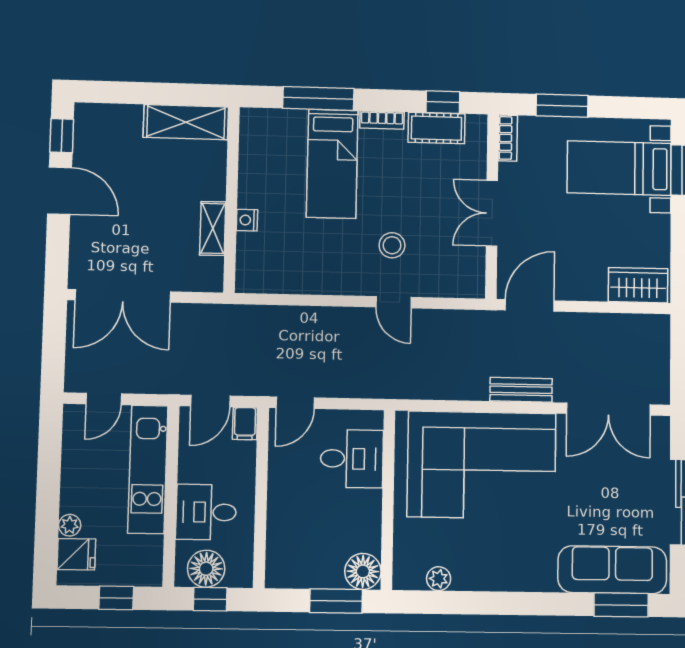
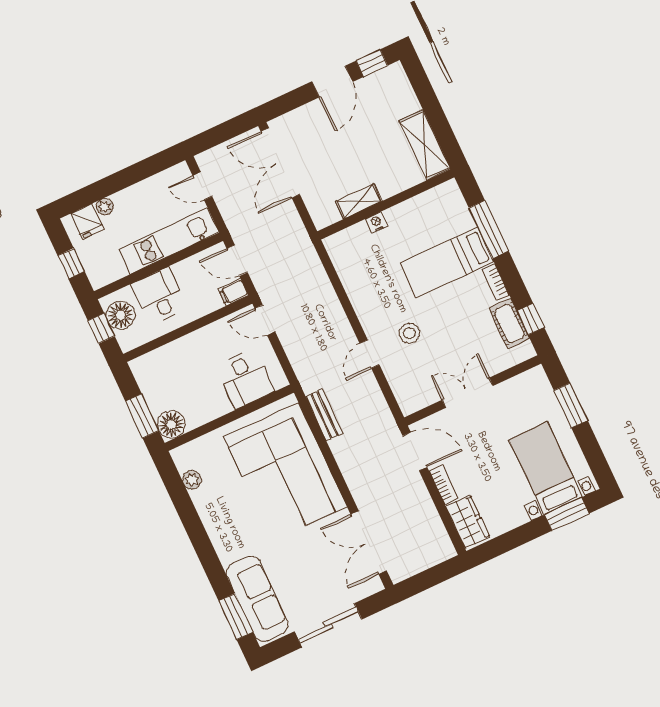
bookcase: (508, 138) -> (443, 485), moved, turned -90
bench: (521, 390) -> (324, 415), moved

